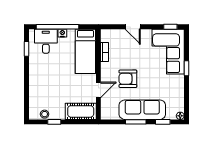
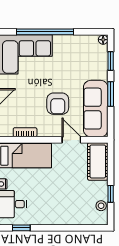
window: (187, 68) -> (45, 32), width x3.17
sofa: (142, 110) -> (96, 109), moved

